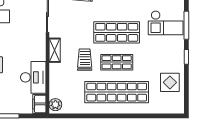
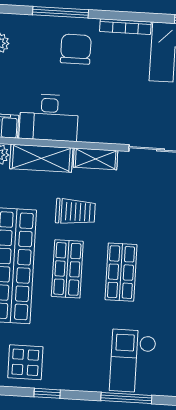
shop shelf: (117, 32) -> (121, 272), width x0.70, depth x0.74
window: (186, 57) -> (47, 393), moved
shelving: (56, 80) -> (41, 158), added

